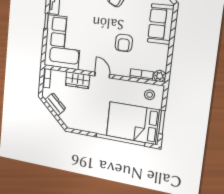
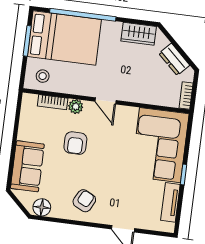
armchair: (124, 43) -> (75, 143), turned 180
plant: (160, 76) -> (76, 107), moved
wardrobe: (78, 80) -> (139, 34), moved, turned 180

